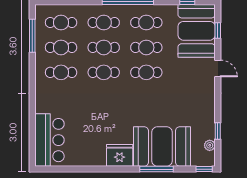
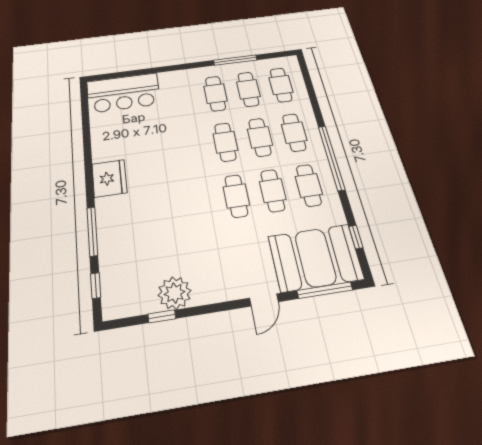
window: (218, 30) -> (325, 290), width x2.17
window: (32, 36) -> (235, 60), moved
plant: (210, 145) -> (174, 293), moved, width x1.87, depth x1.87
booth: (162, 146) -> (128, 234), removed
window: (204, 169) -> (96, 286), moved

